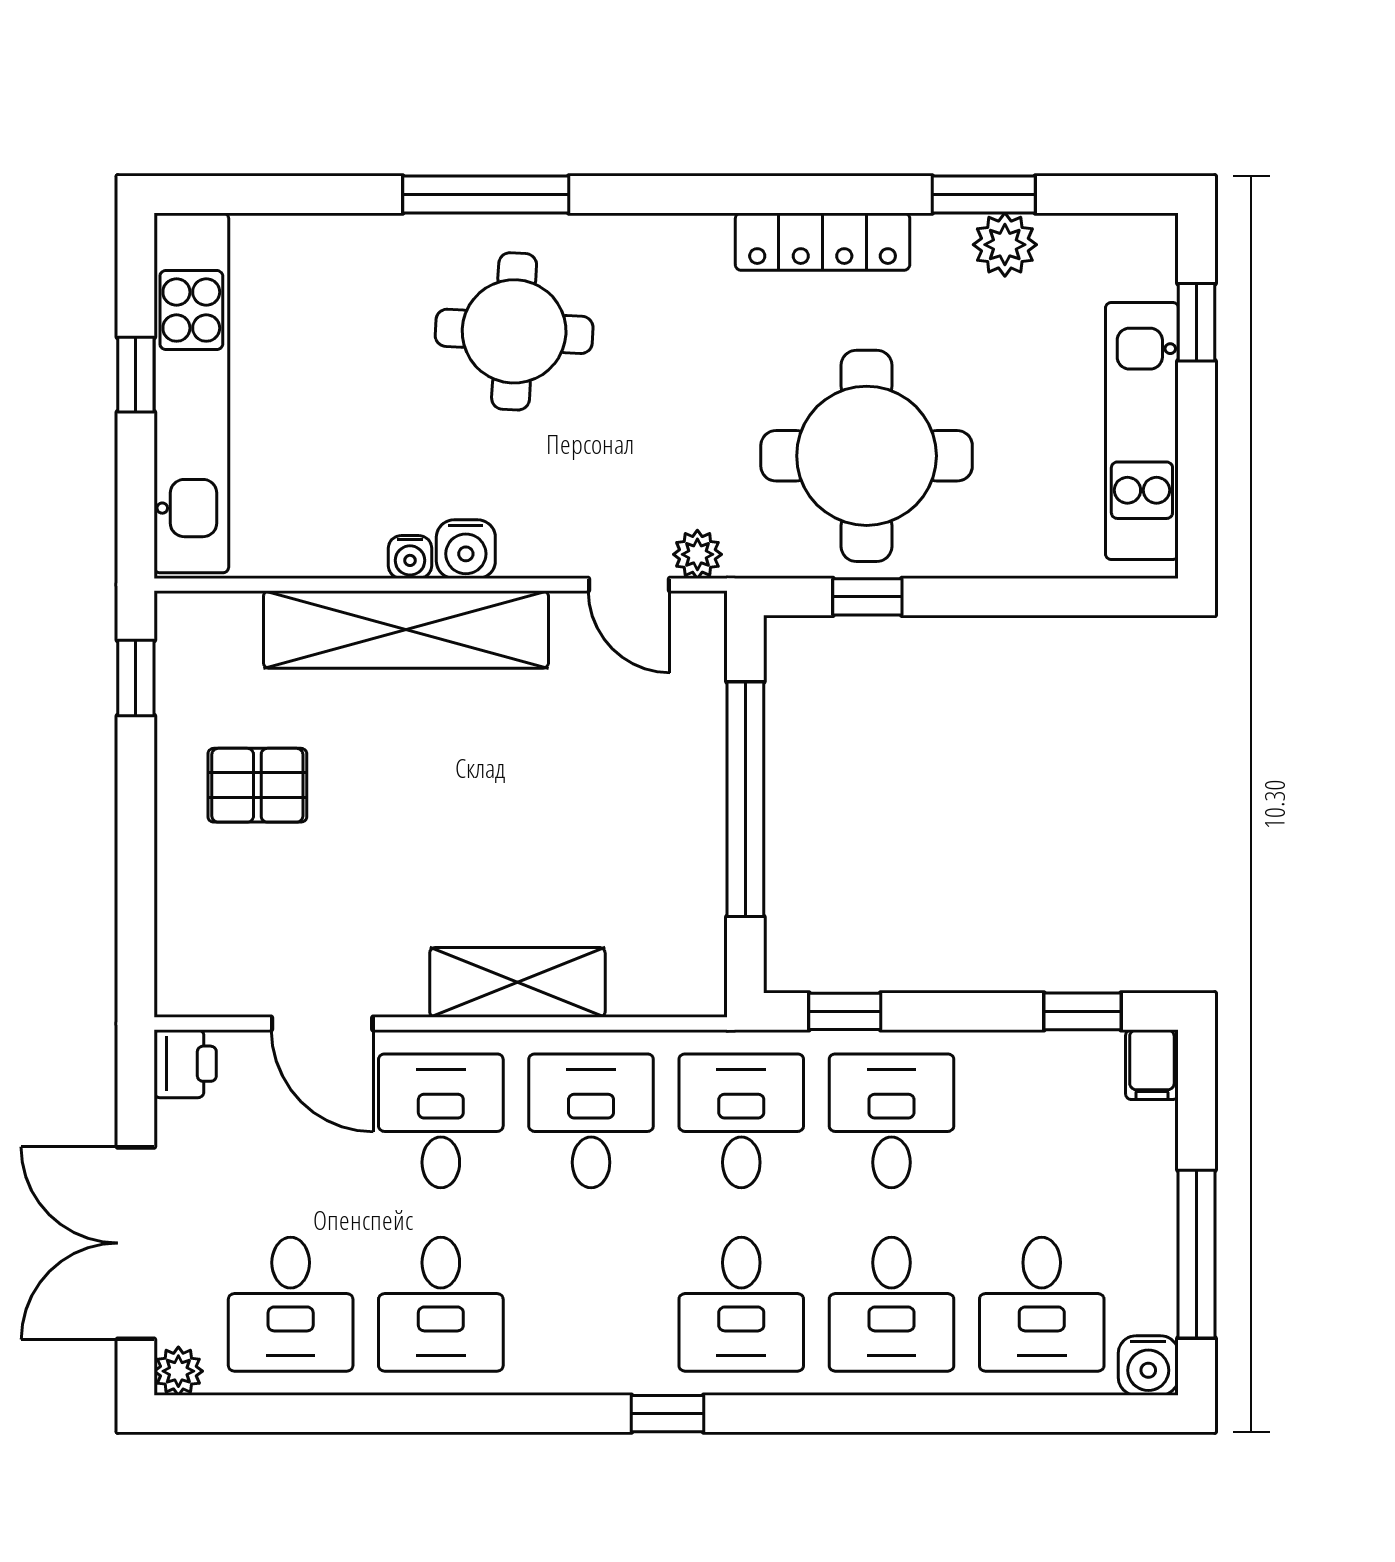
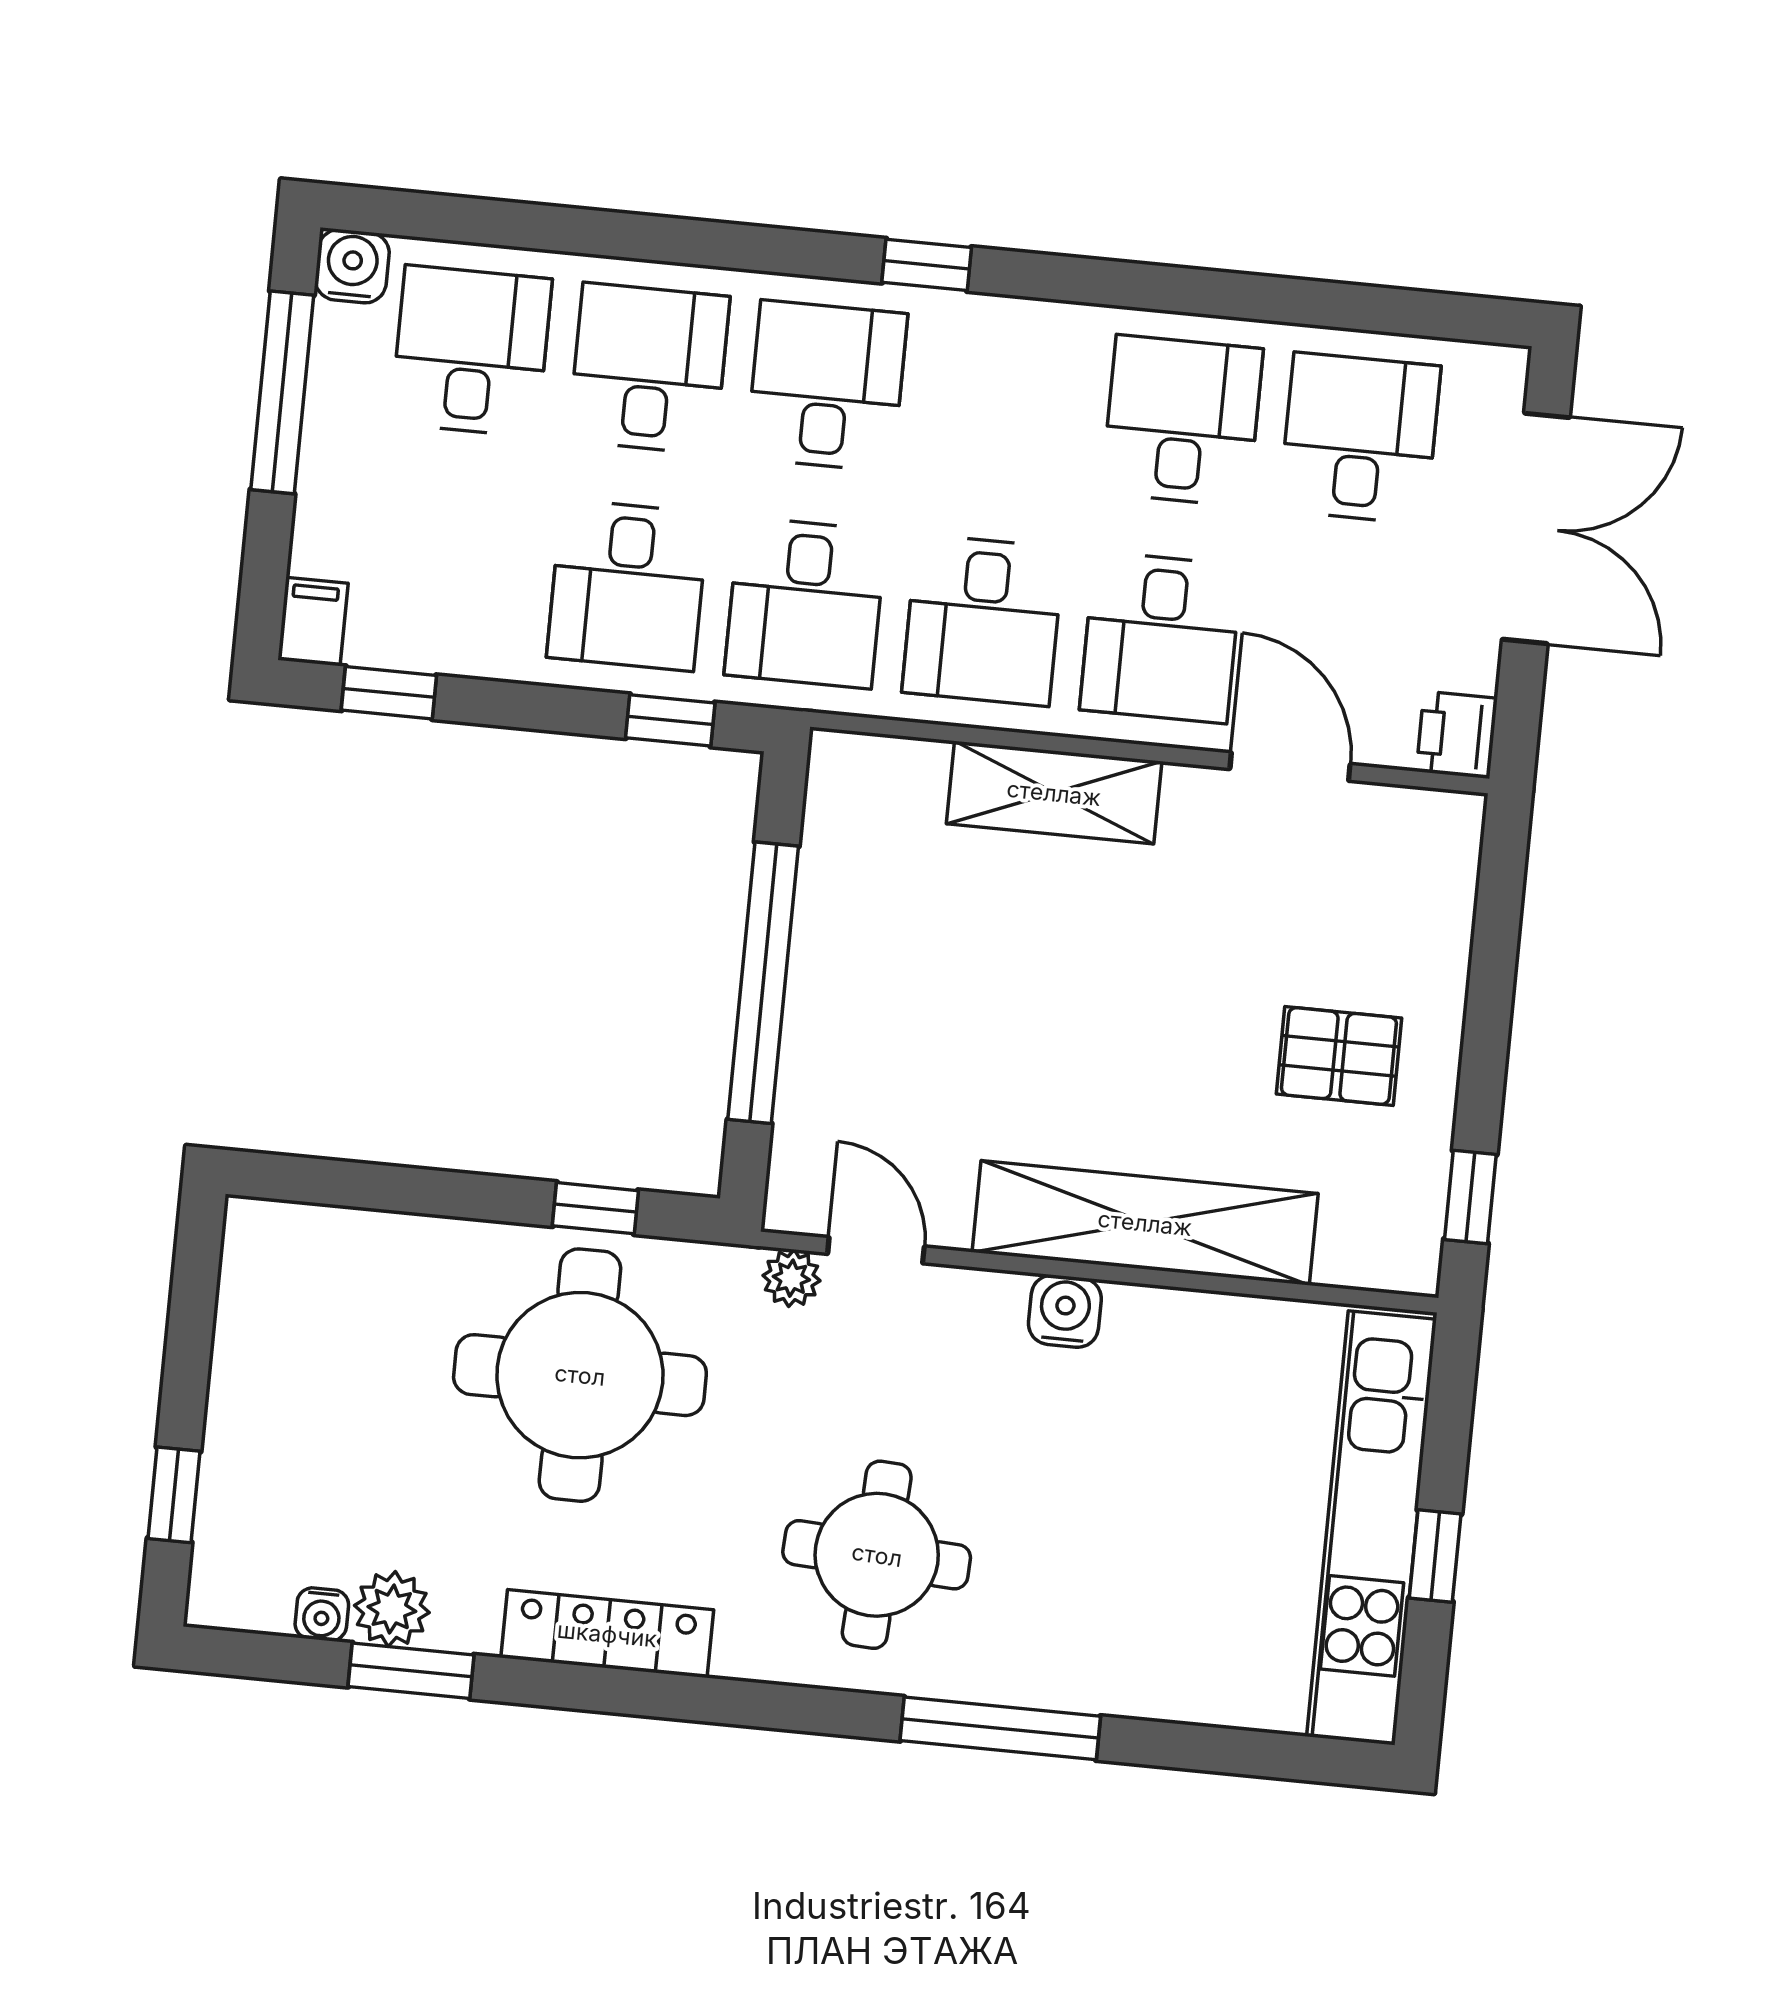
round table: (514, 331) -> (877, 1555), moved
kitchen unit: (1142, 431) -> (251, 1372), removed
water cooler: (410, 557) -> (322, 1614), moved, turned 180
plant: (178, 1371) -> (1500, 372), removed

